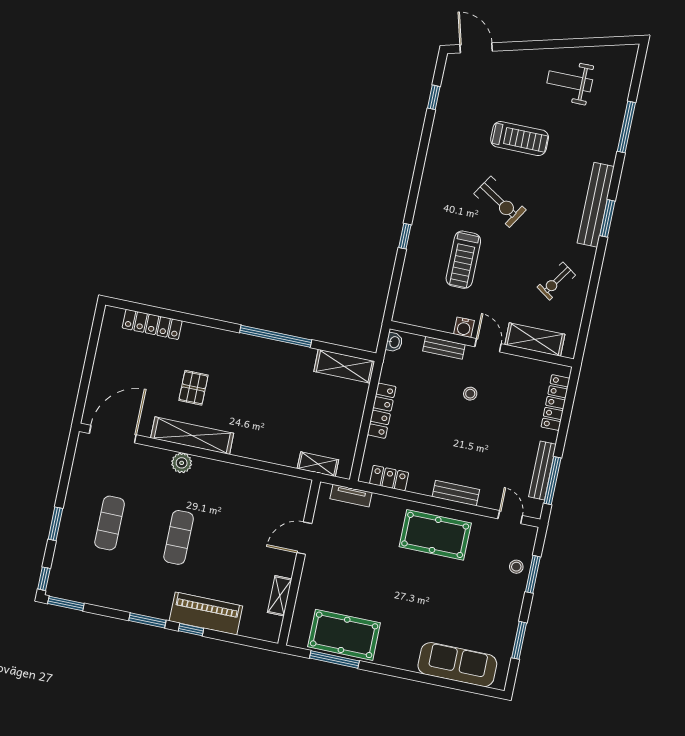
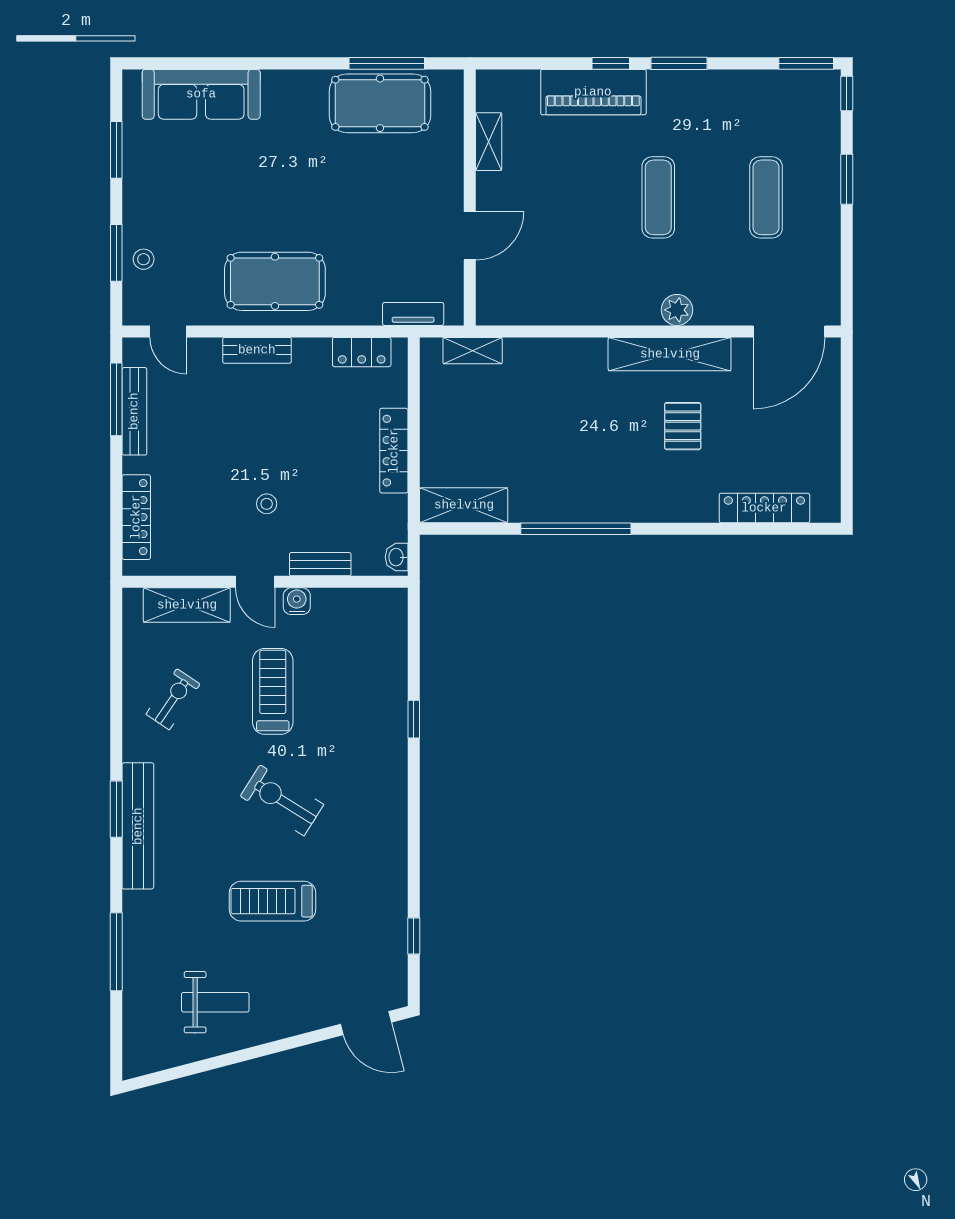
treadmill: (463, 260) -> (273, 691), moved

